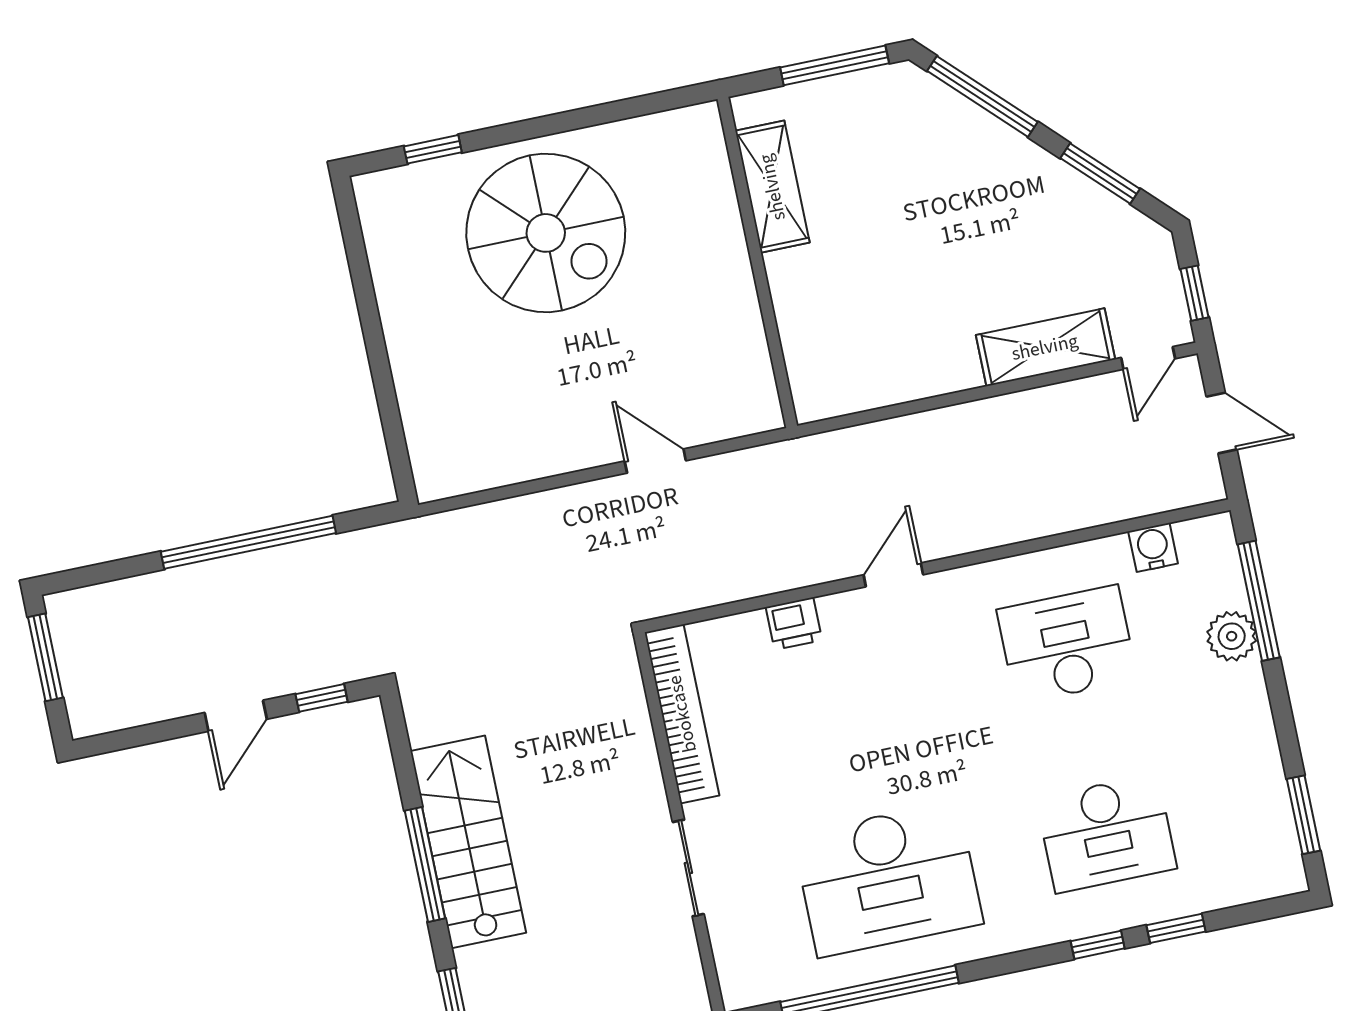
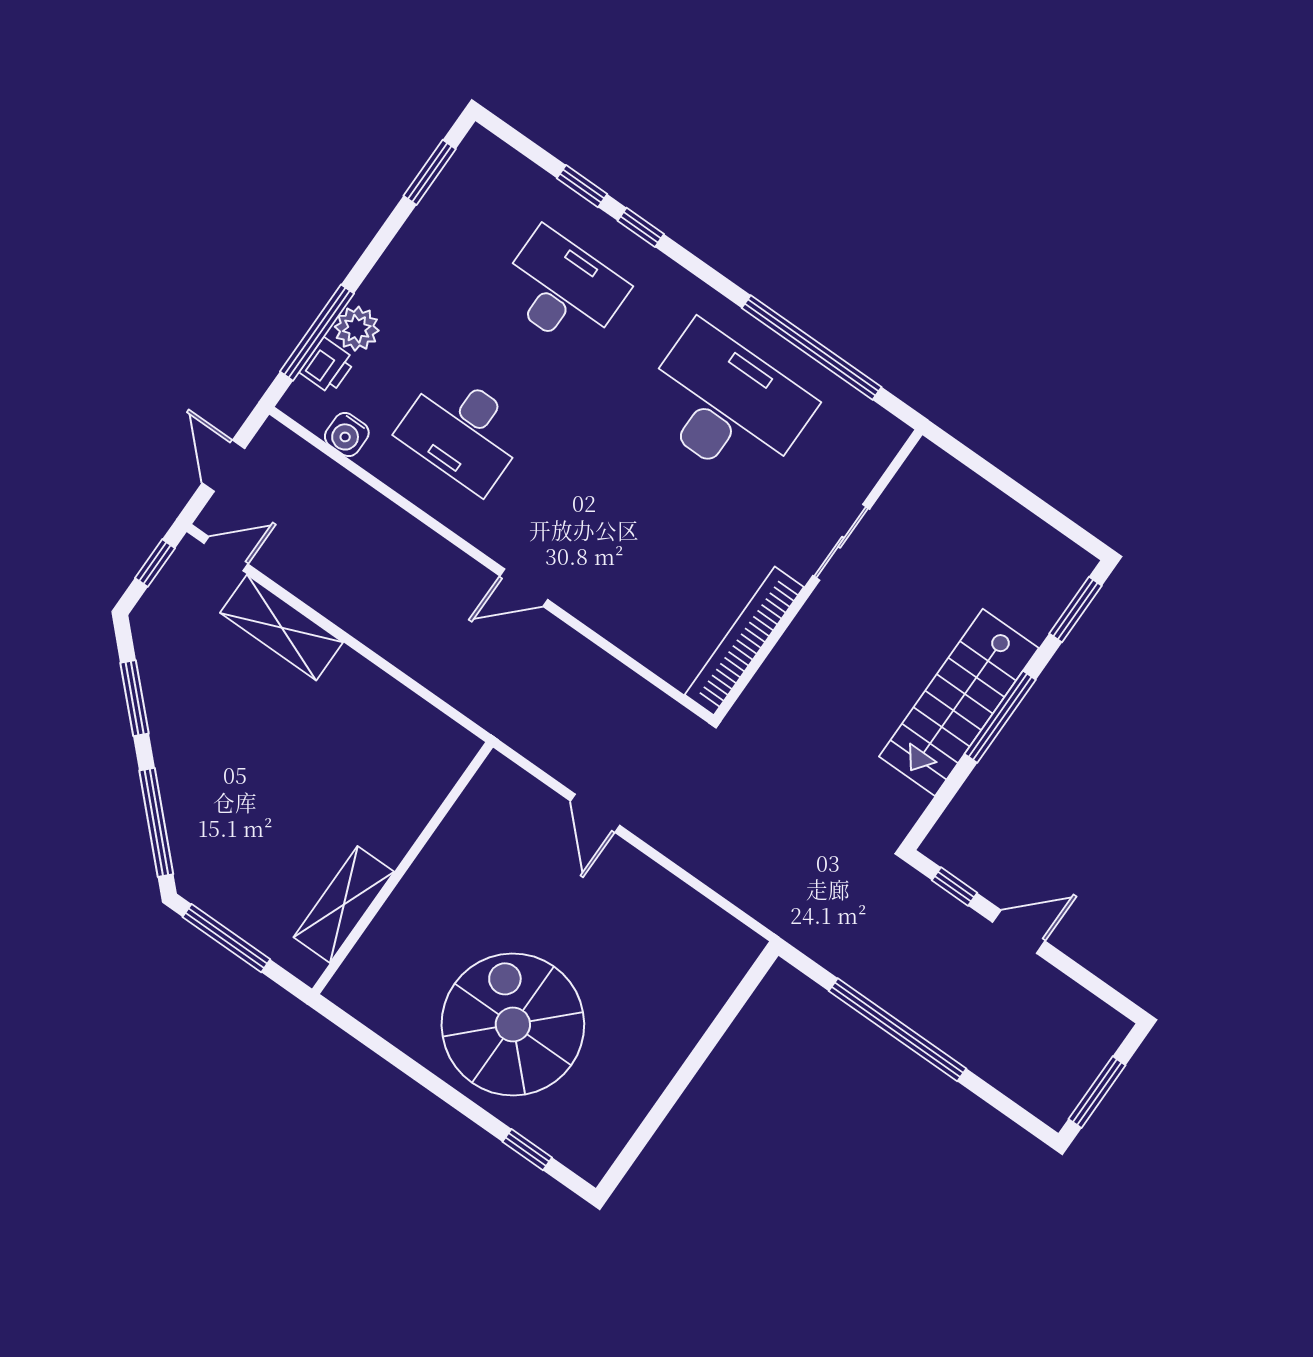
printer: (794, 624) -> (328, 366), moved, turned 90

